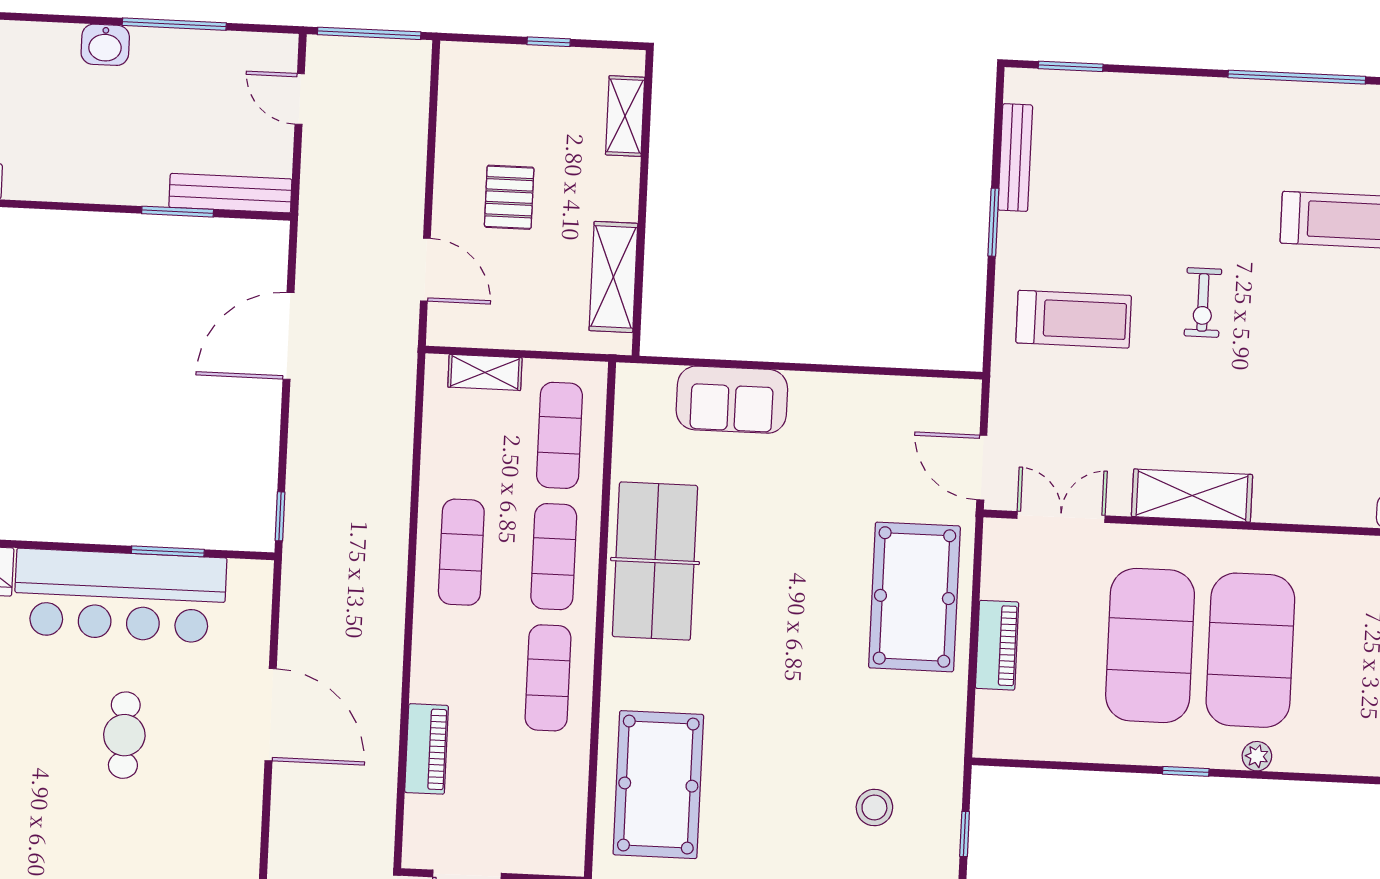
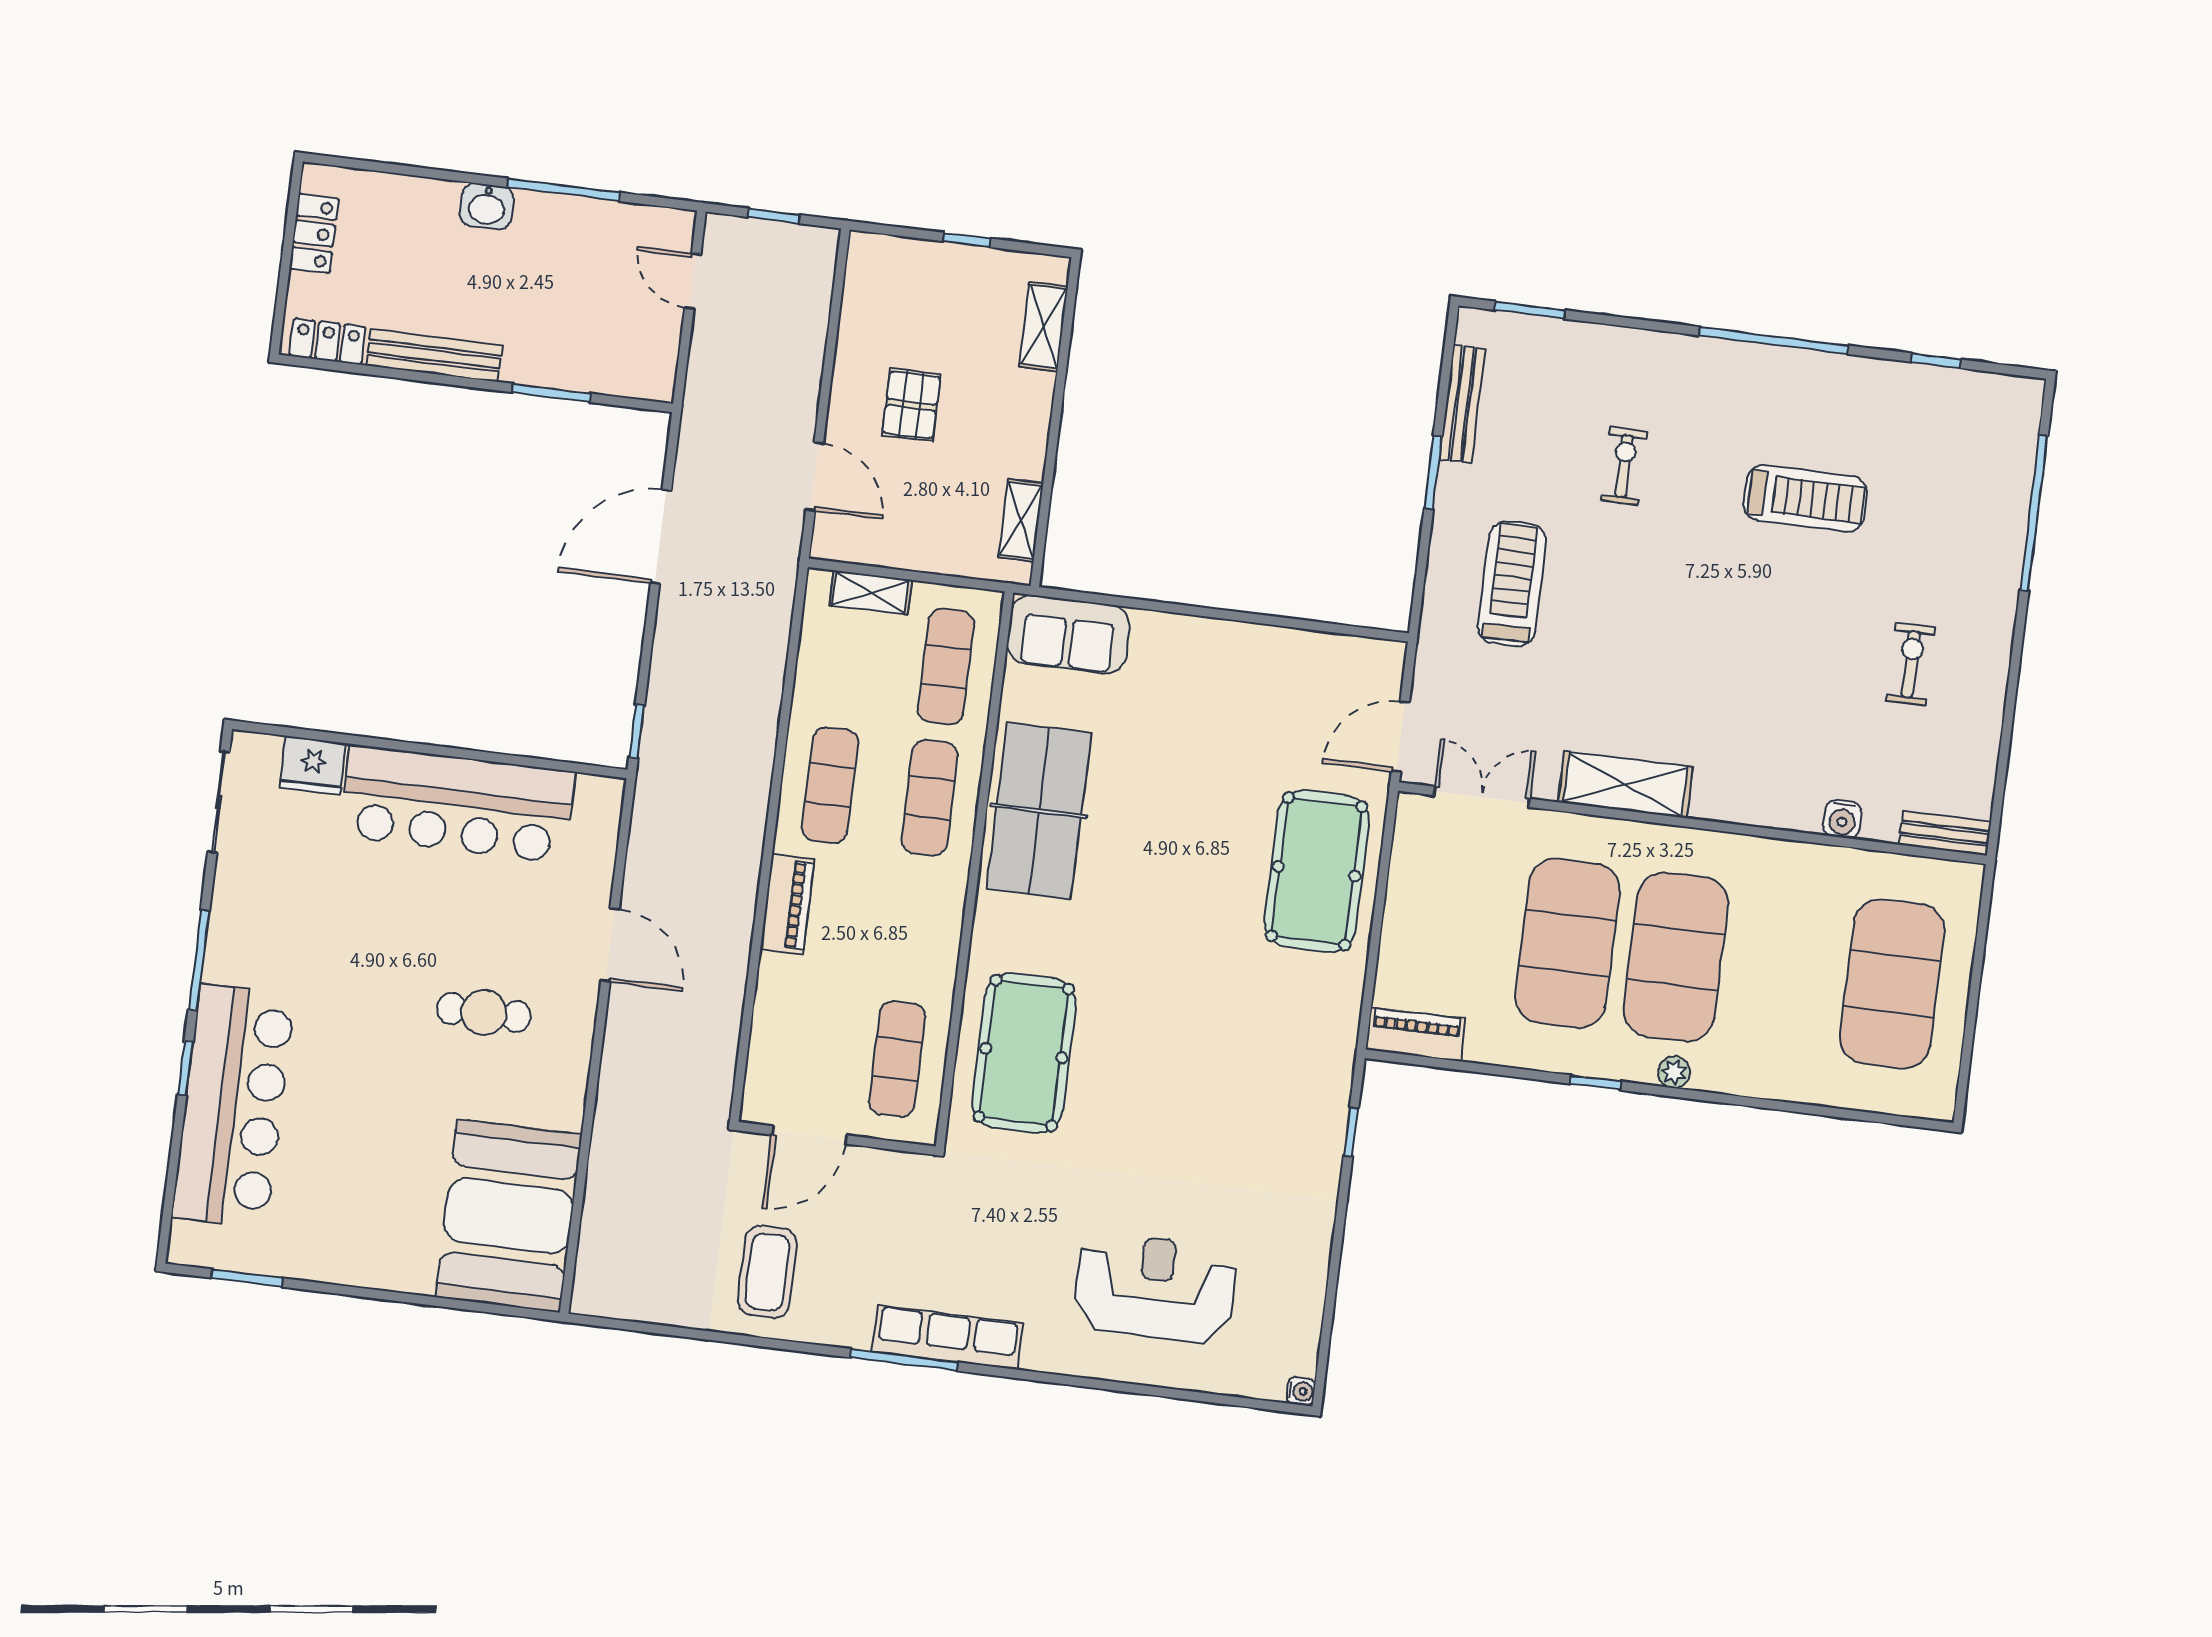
window: (369, 33) -> (773, 216), width x0.46
bench: (230, 193) -> (434, 355), moved
shelving: (613, 277) -> (1021, 520), width x0.67, depth x0.75
exercise bike: (1203, 302) -> (1624, 466), moved, turned 180
treadmill: (1074, 319) -> (1512, 584), turned -90
sofa: (732, 400) -> (1068, 634), moved
door: (982, 468) -> (1400, 737), hinge flipped
window: (168, 551) -> (512, 760), removed
piano: (997, 645) -> (1416, 1034), moved, turned -90
exercise mat: (548, 678) -> (897, 1059), moved
door: (271, 715) -> (610, 945), width x0.73
cafe table: (124, 735) -> (484, 1012), moved, turned 90
piano: (427, 749) -> (787, 904), moved
stool: (874, 807) -> (1256, 1096), removed

